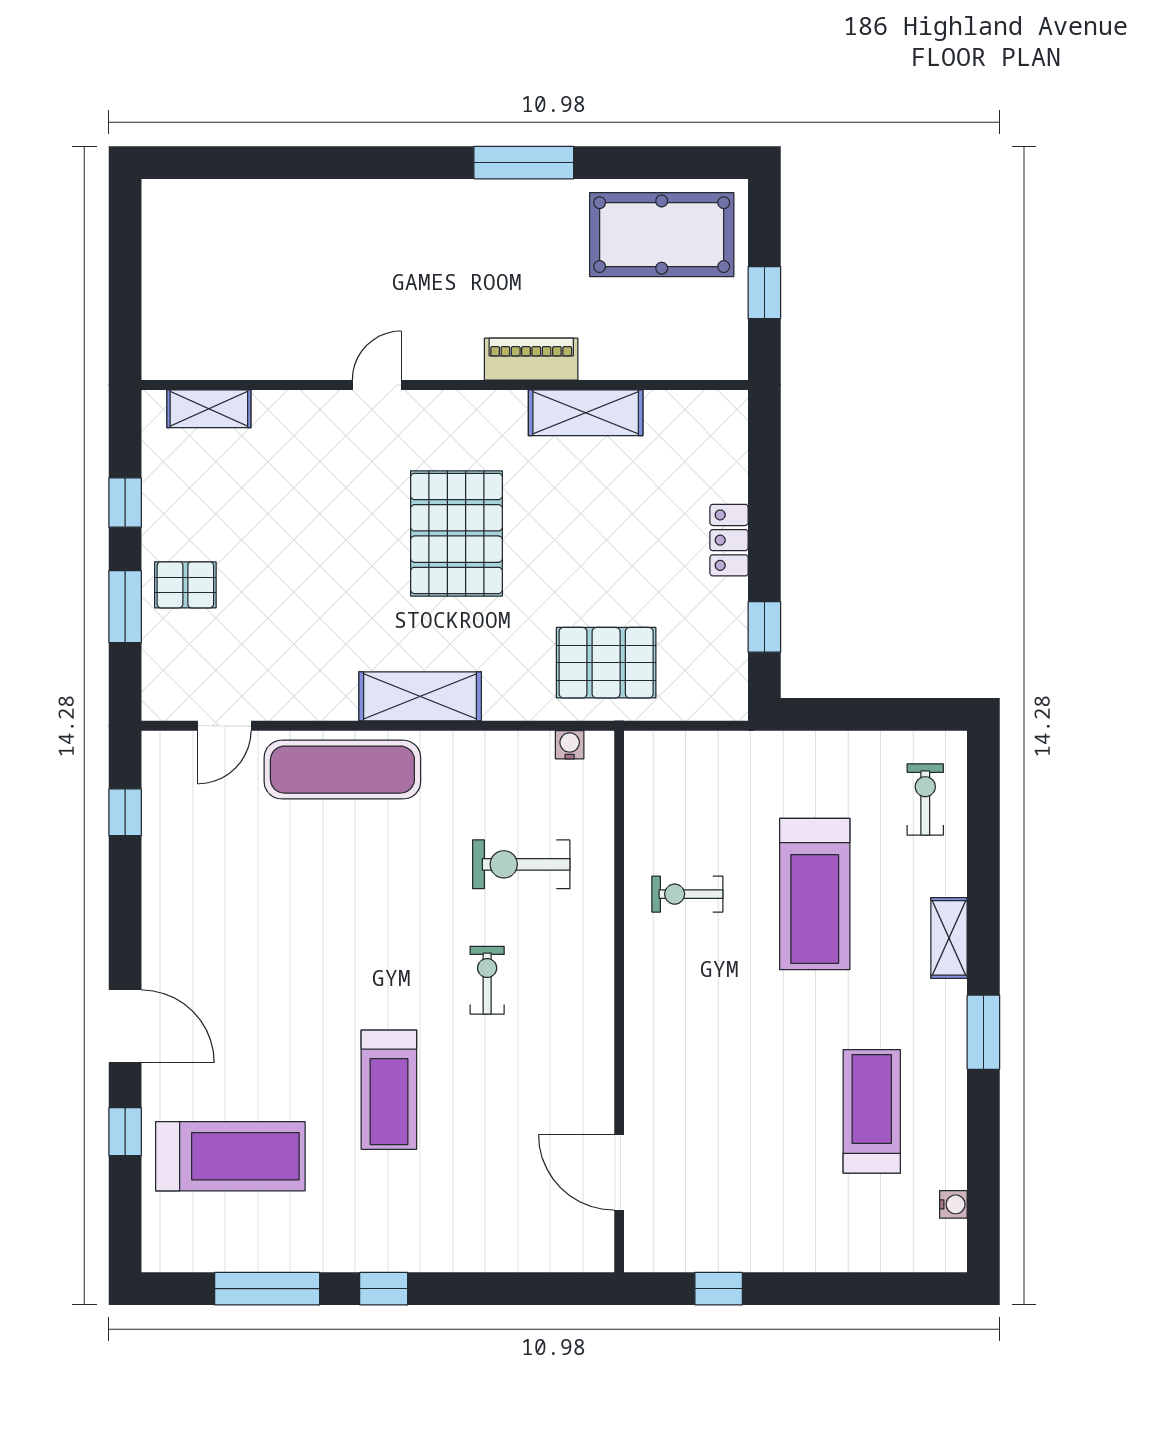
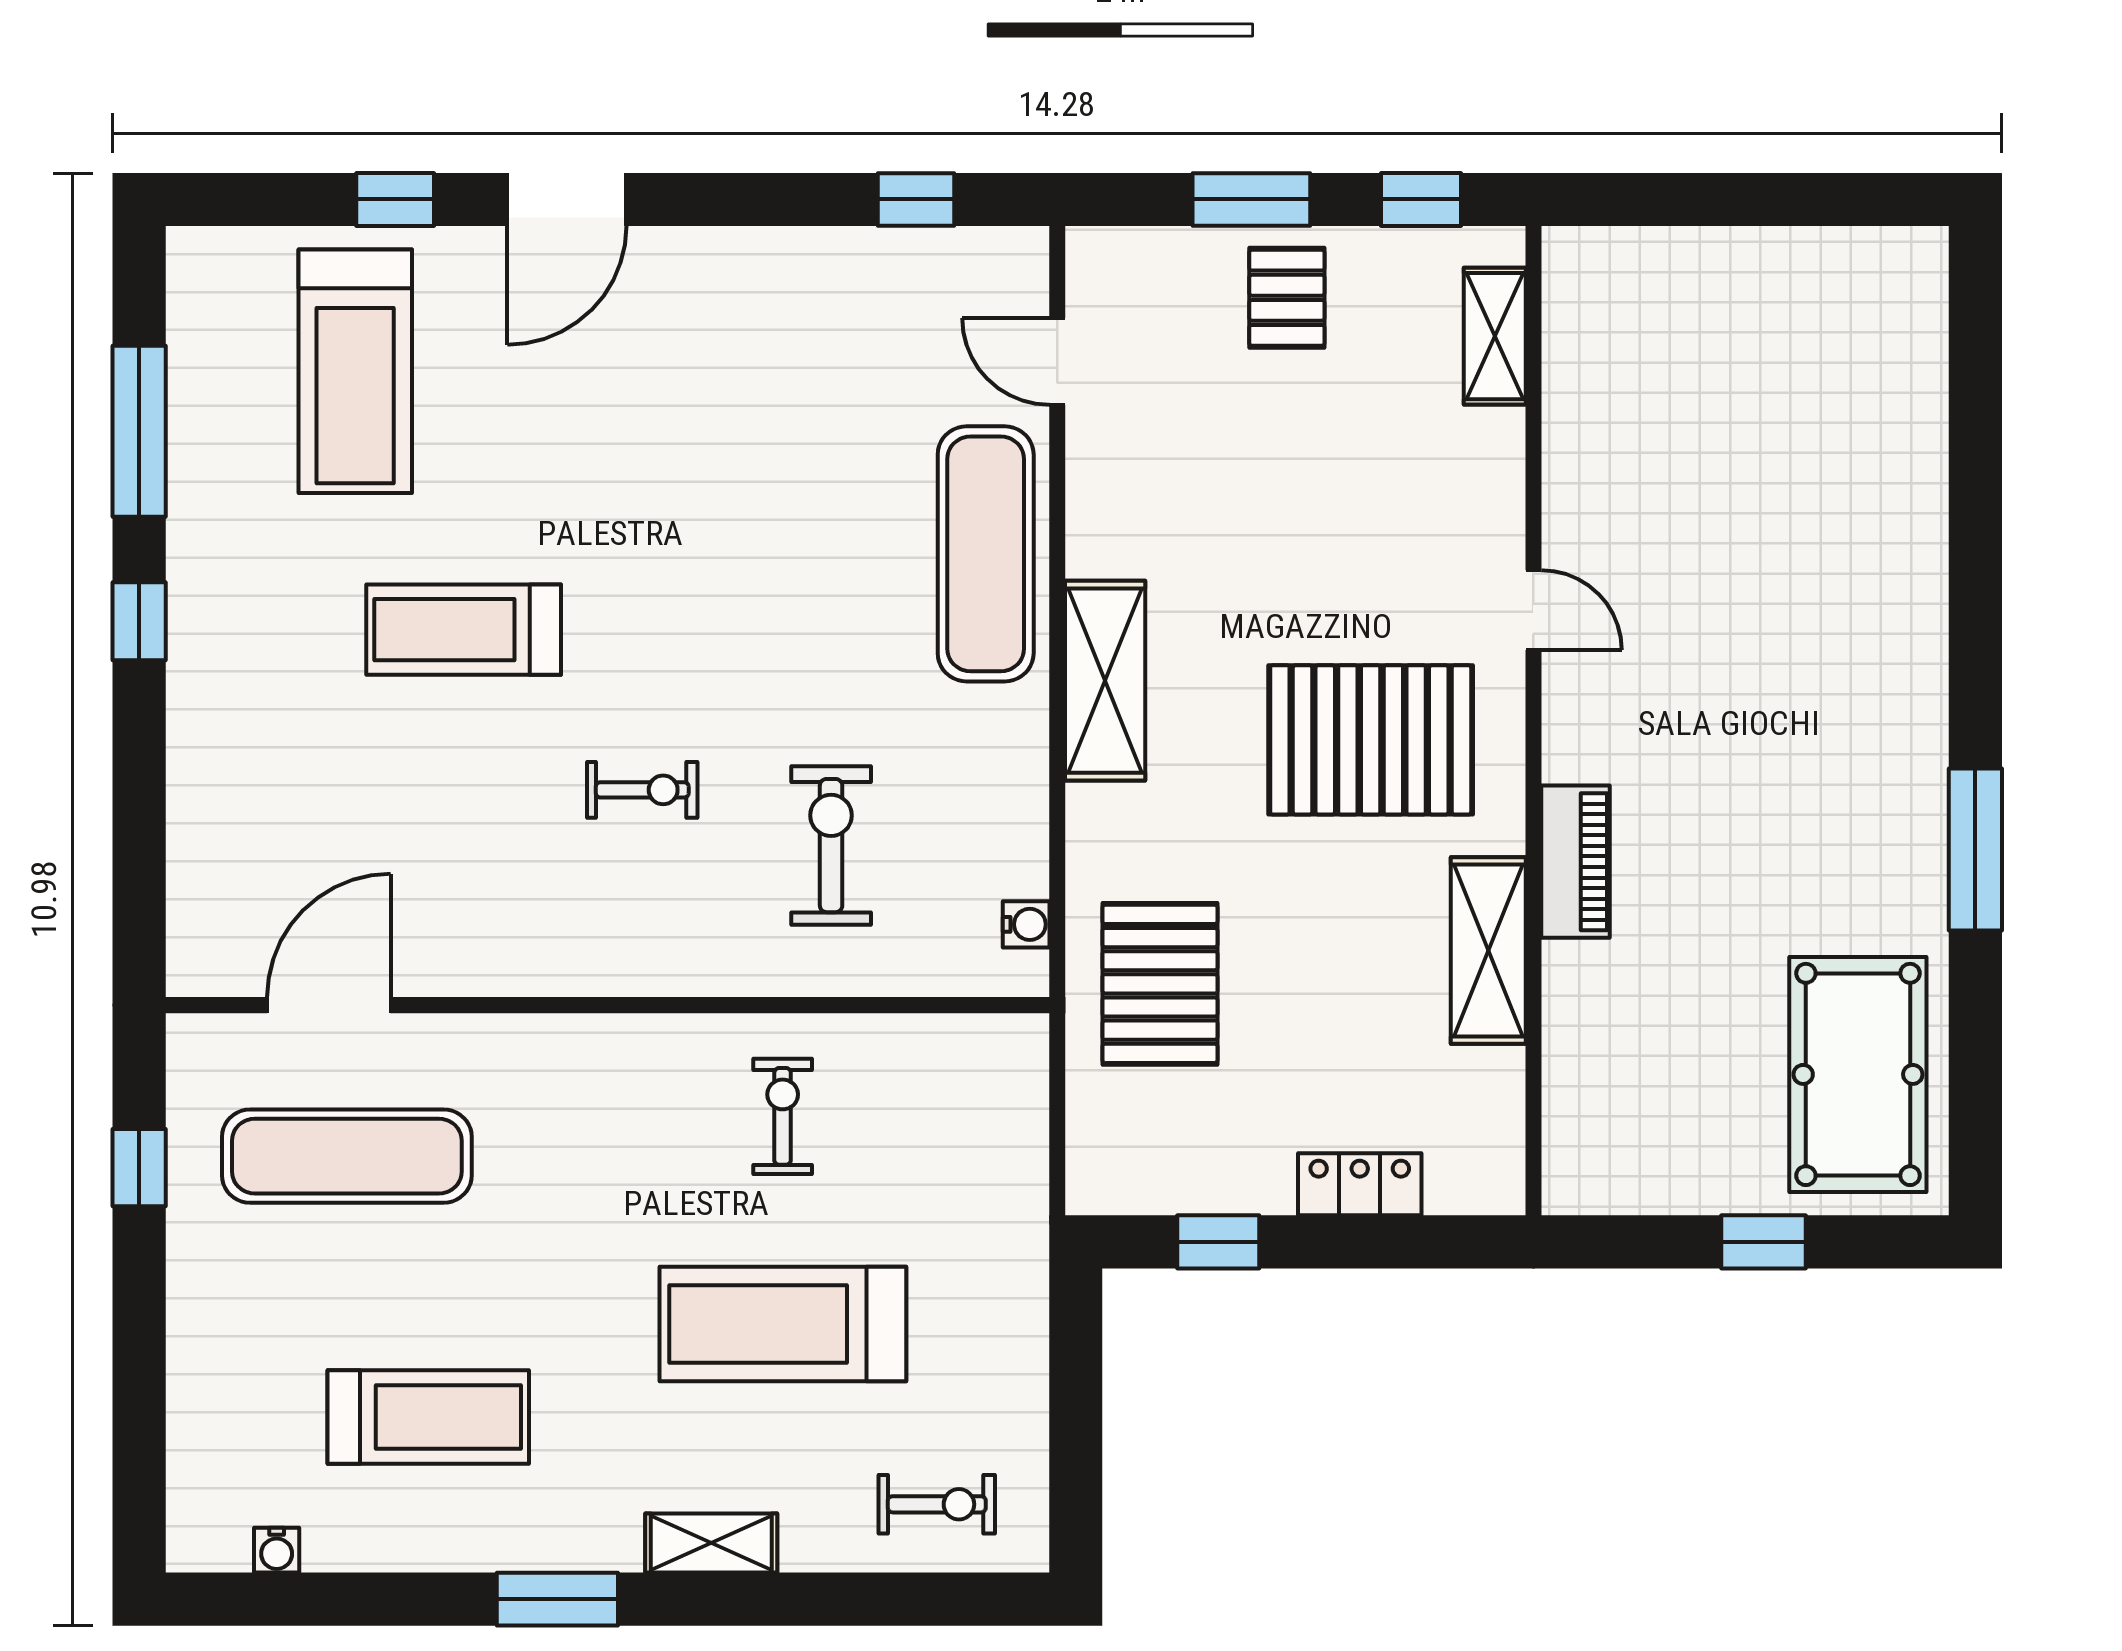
piano: (531, 359) -> (1576, 862), moved
door: (377, 385) -> (1533, 610), moved
wall: (445, 385) -> (1533, 721), moved
shelving: (209, 409) -> (1495, 336), moved
shelving: (586, 413) -> (1488, 950), moved
exercise mat: (712, 1161) -> (347, 1156), added

